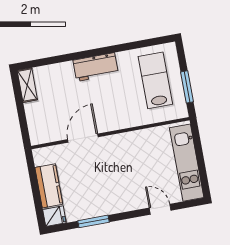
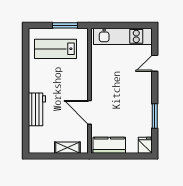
workbench: (96, 67) -> (37, 109), moved
shelving: (27, 85) -> (67, 148), moved
kitchen counter: (49, 186) -> (109, 145), moved

